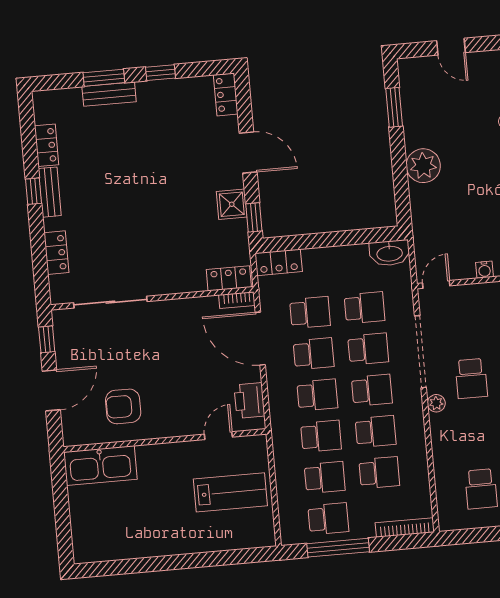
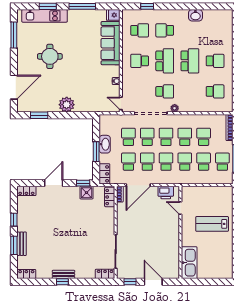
door: (451, 47) -> (14, 87), width x1.87
locker: (47, 145) -> (26, 274), moved
shower: (232, 204) -> (87, 193), moved
window: (325, 240) -> (96, 152), added
locker: (56, 253) -> (105, 274), moved
washbasin: (390, 253) -> (105, 144), moved
armchair: (123, 406) -> (163, 250), removed
lab bench: (230, 492) -> (212, 224), moved, turned -90

